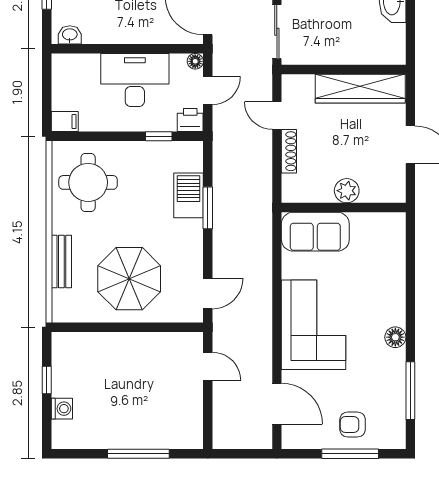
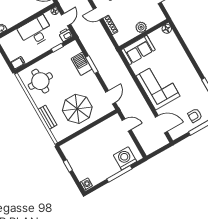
floor lamp: (395, 337) -> (167, 29), moved
washing machine: (62, 409) -> (86, 184), moved
washing machine: (167, 430) -> (125, 158), added

